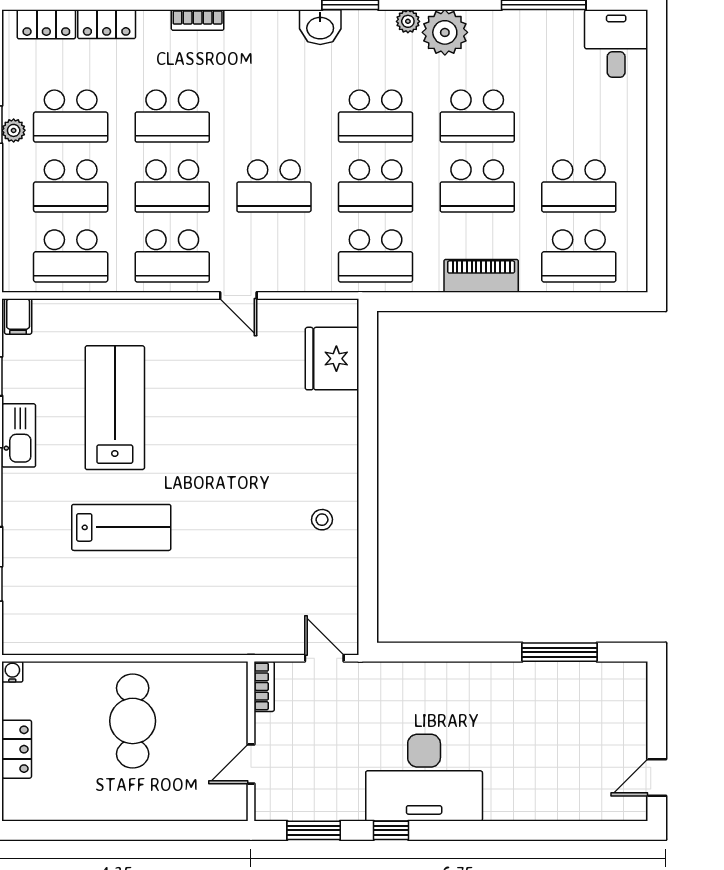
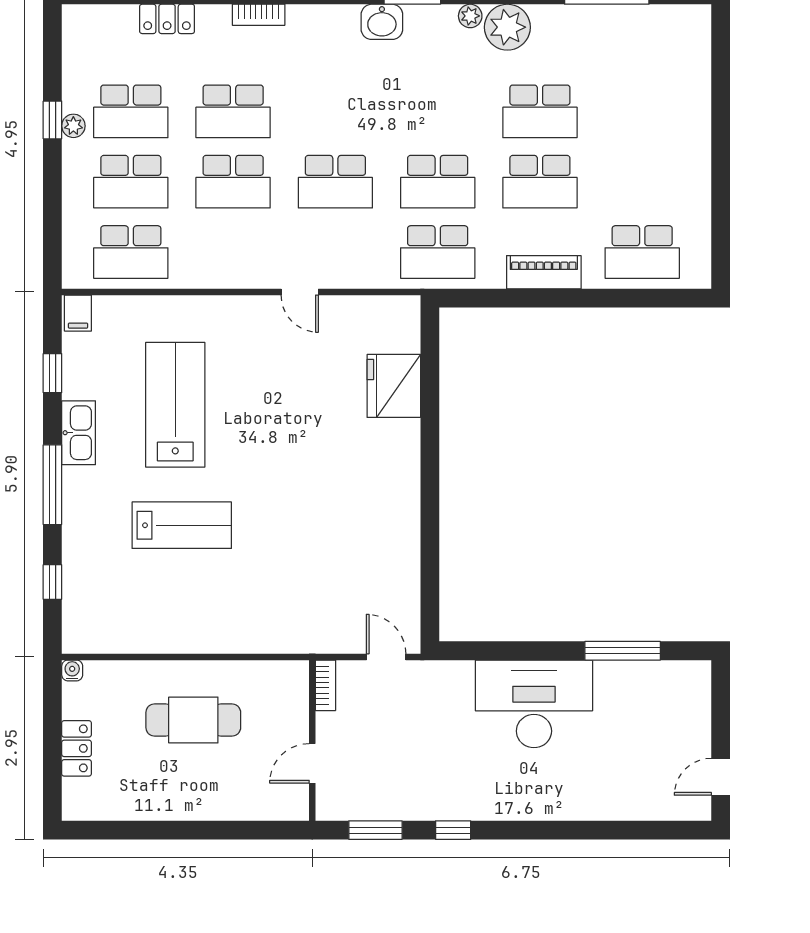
locker: (46, 24) -> (106, 19), removed
desk: (616, 43) -> (680, 38), removed
school desk: (376, 116) -> (438, 111), removed
school desk: (579, 186) -> (642, 182), removed
school desk: (172, 256) -> (233, 252), removed
fridge: (332, 359) -> (394, 386), moved
stool: (322, 520) -> (384, 517), removed
cafe table: (133, 721) -> (193, 720), turned 90
desk: (424, 778) -> (534, 704), moved, turned 180

